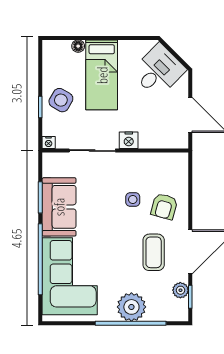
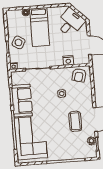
nightstand: (129, 140) -> (68, 61), moved
armchair: (164, 206) -> (79, 75), moved
plant: (131, 307) -> (65, 152), removed

